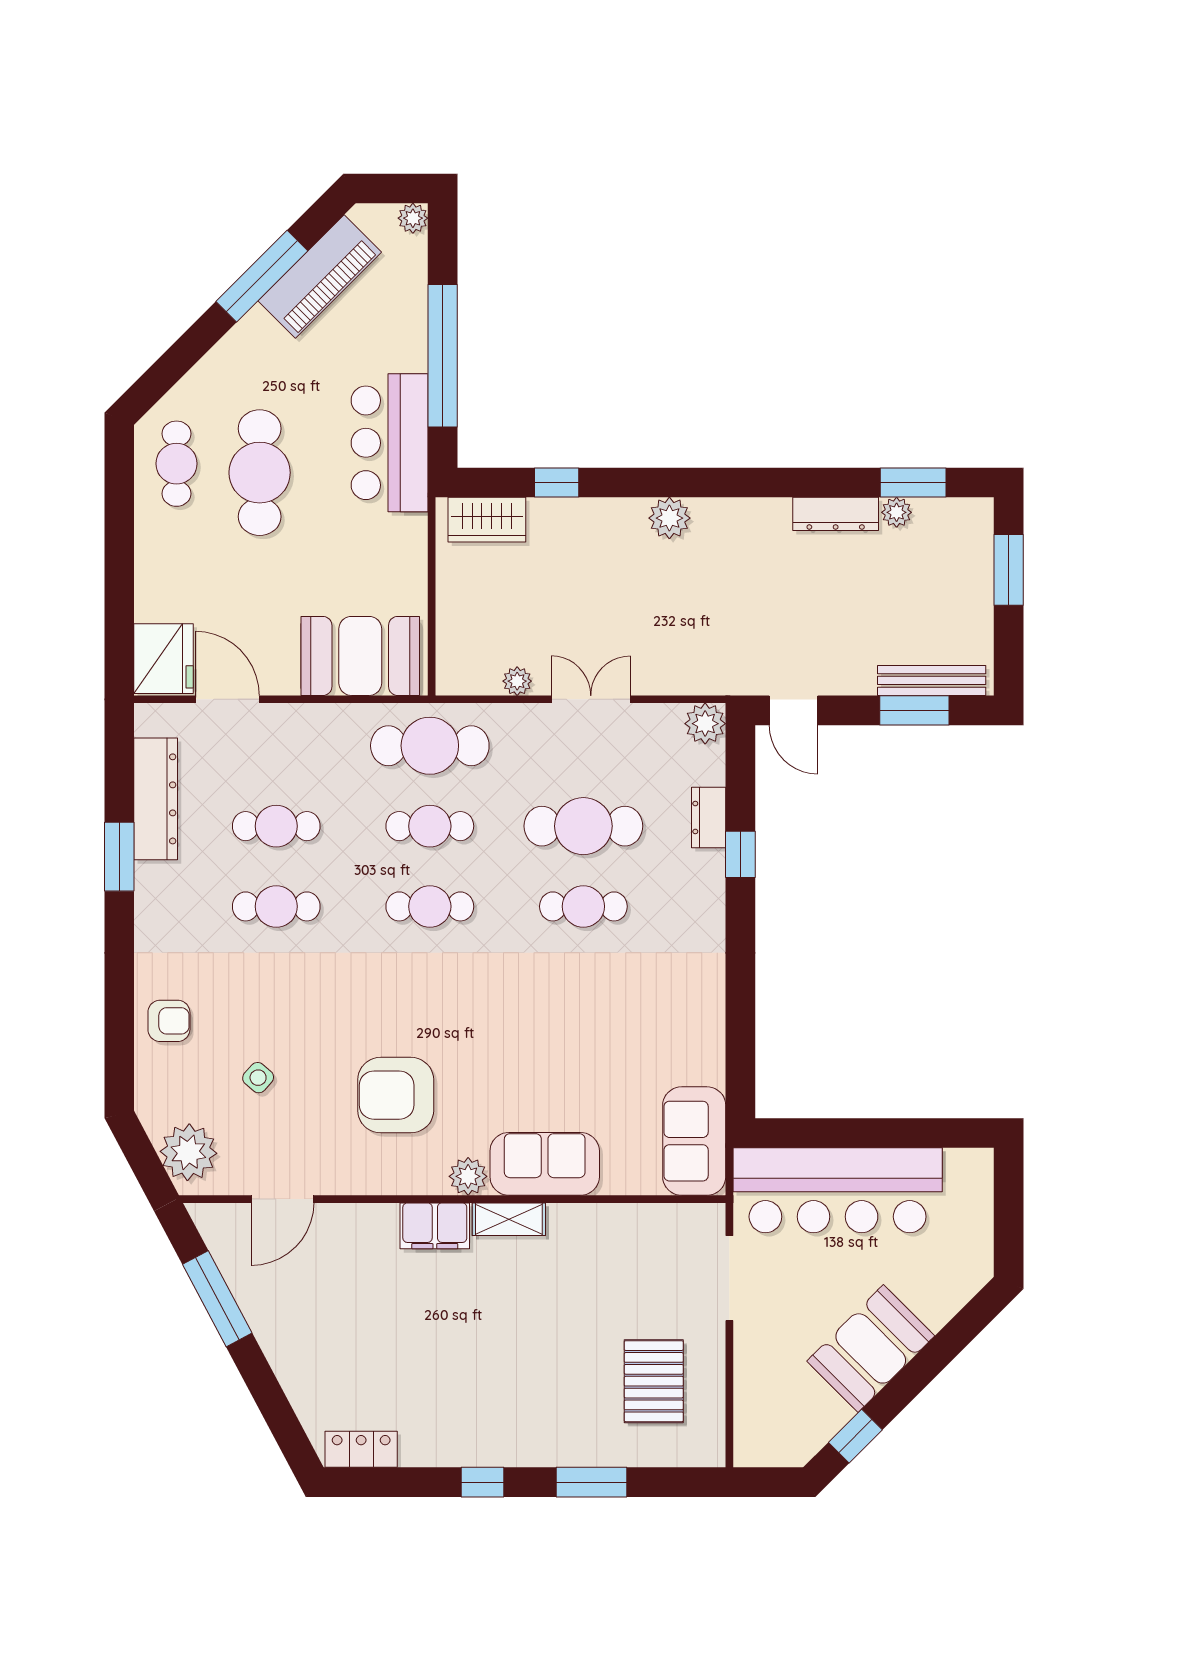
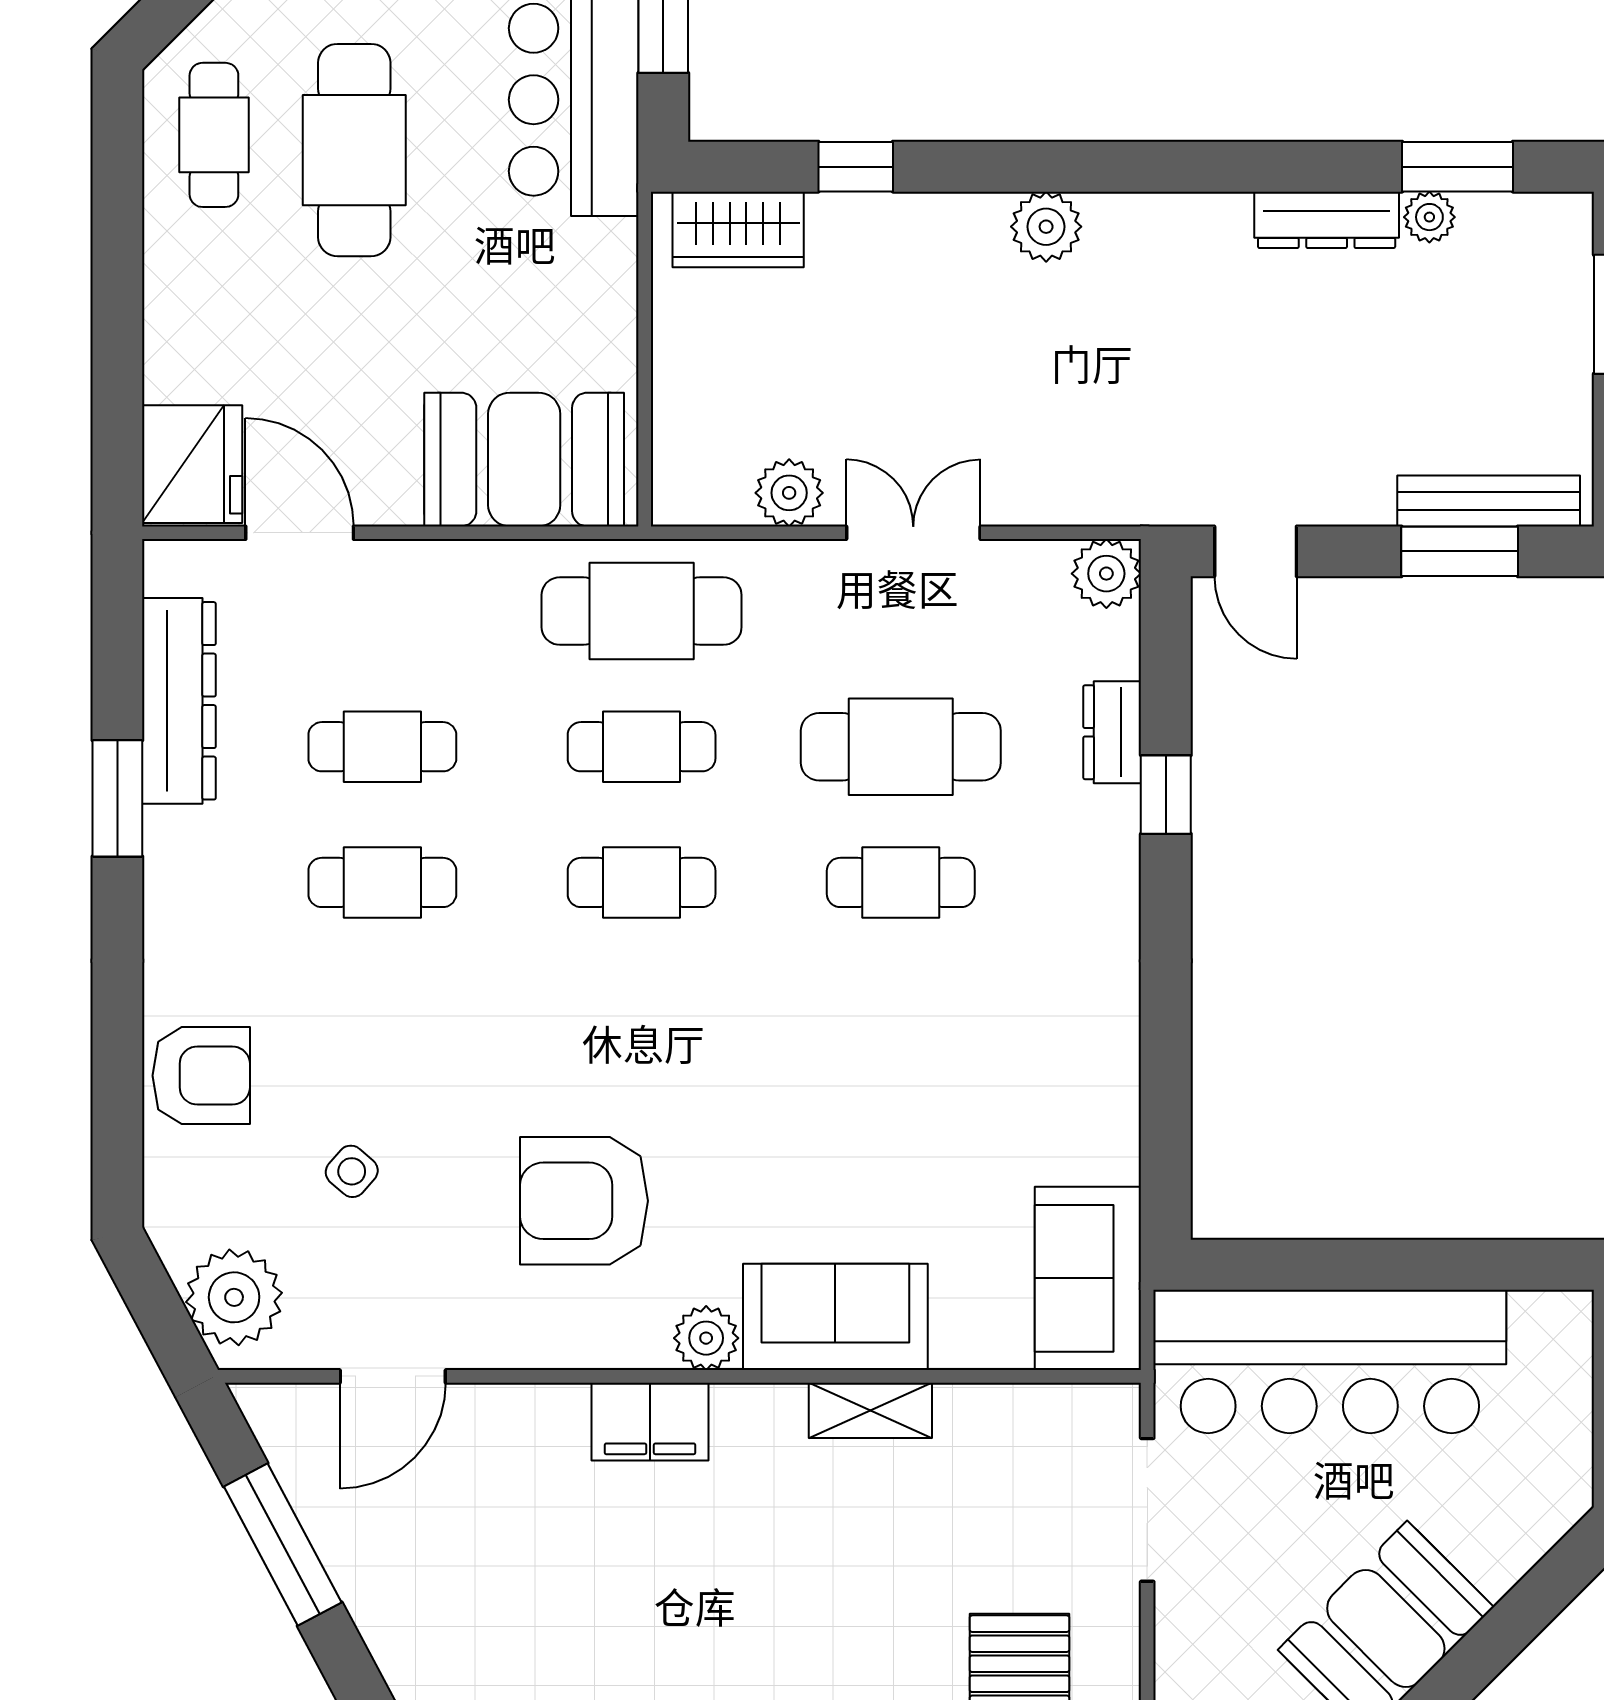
plant: (517, 681) -> (789, 493), width x1.38, depth x1.38
armchair: (169, 1021) -> (201, 1076), width x1.38, depth x1.38
shelving: (509, 1219) -> (870, 1410), moved

